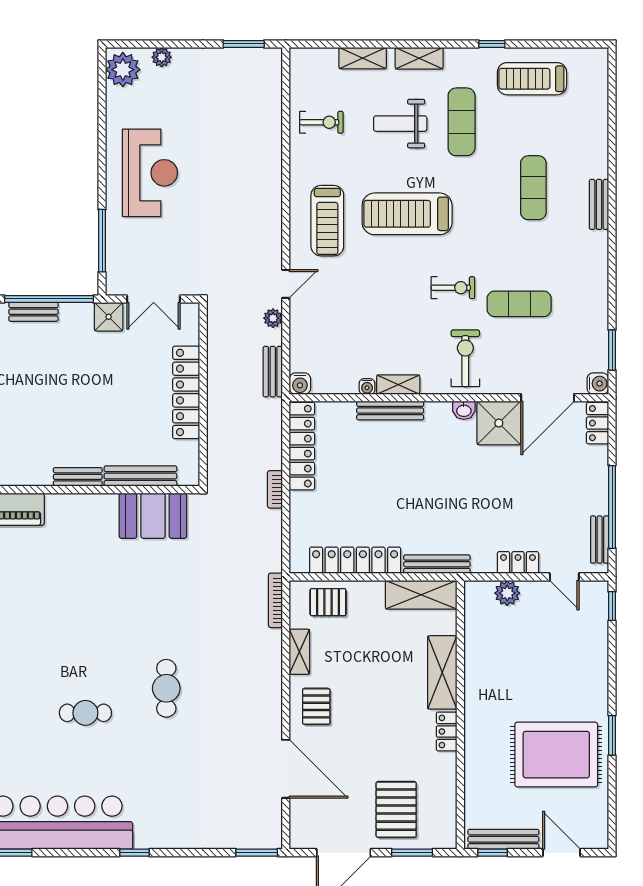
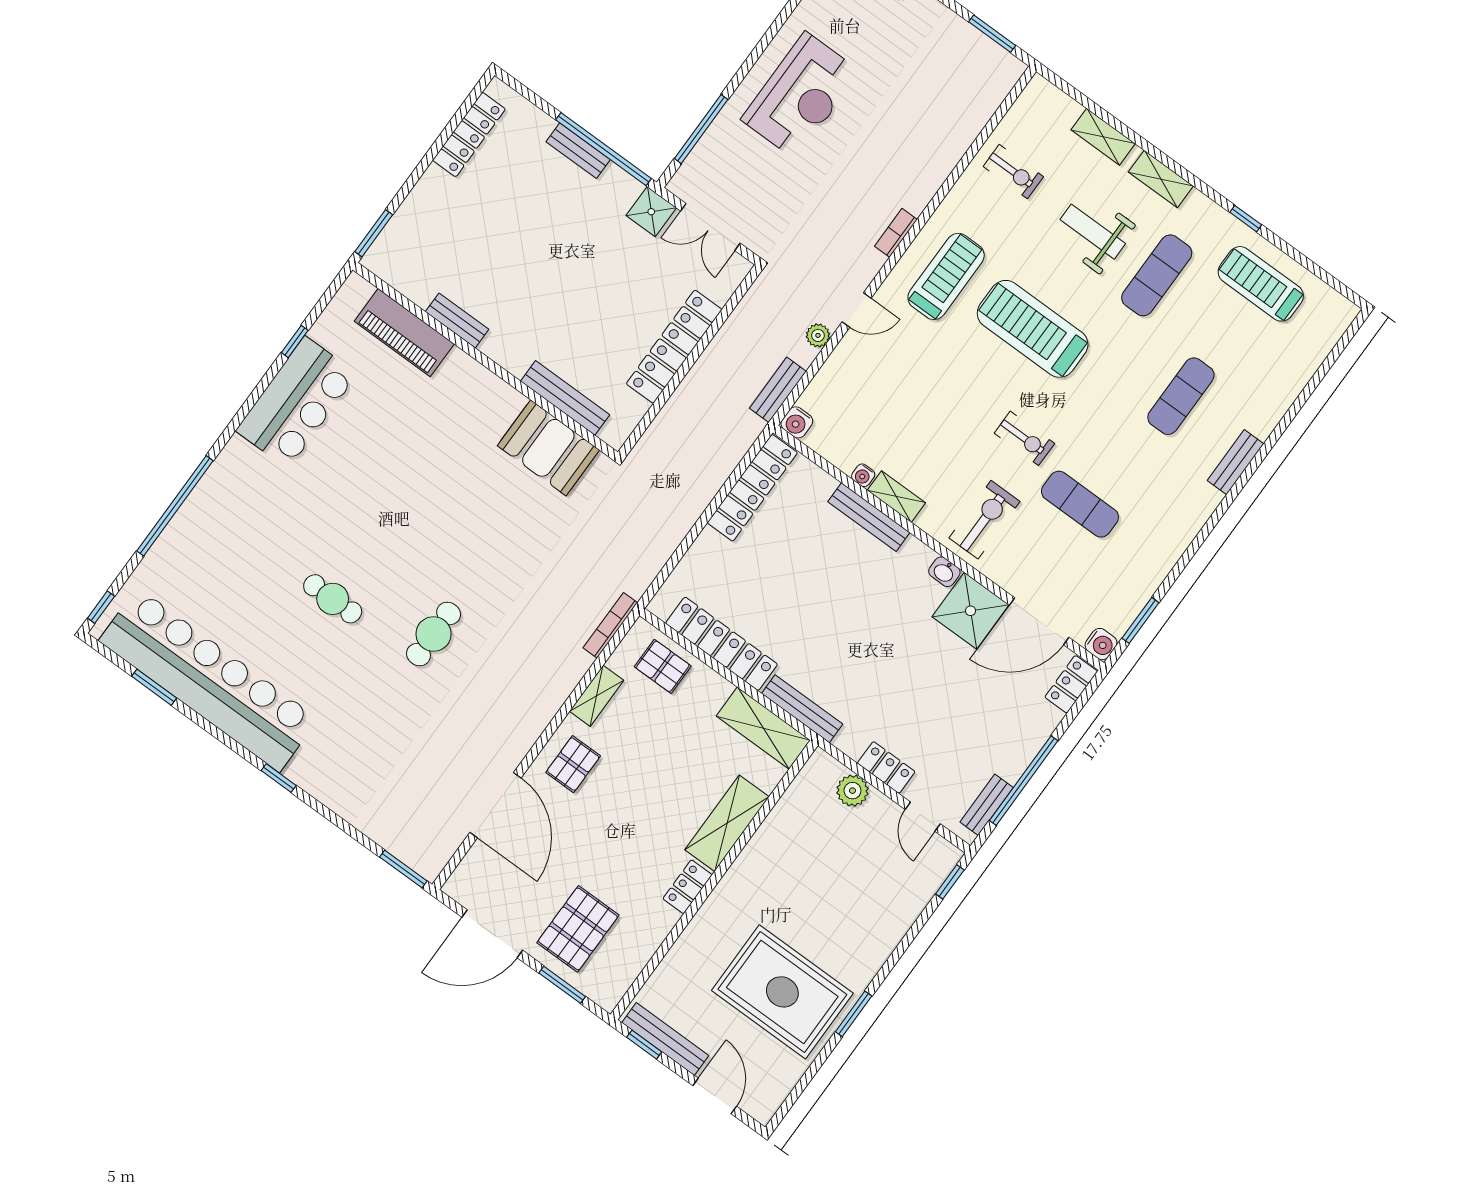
treadmill: (327, 221) -> (946, 276), turned 180
bench: (78, 477) -> (457, 320), moved
bookcase: (275, 489) -> (896, 233), moved

